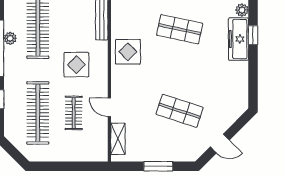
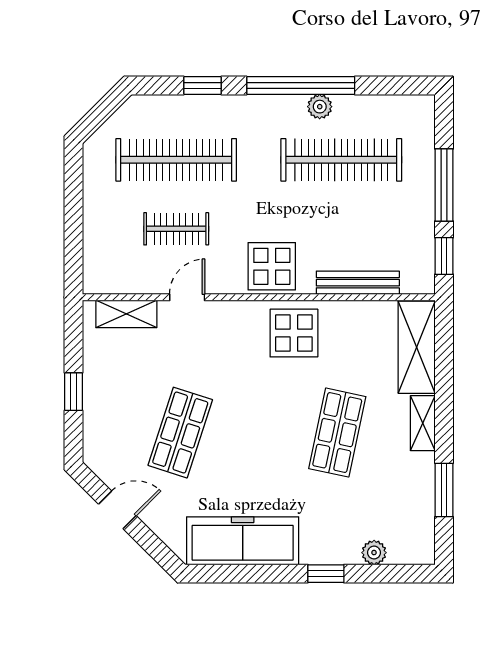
freezer: (238, 39) -> (243, 541), moved, width x1.36, depth x1.26
display table: (76, 65) -> (272, 266), moved
door: (220, 143) -> (117, 510), swing flipped
window: (158, 166) -> (73, 392), width x0.67

